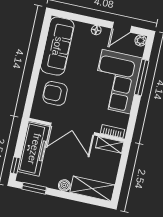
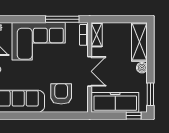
window: (142, 78) -> (62, 19), moved
armchair: (55, 93) -> (61, 94), turned 180
double door: (72, 129) -> (90, 71), width x0.73

